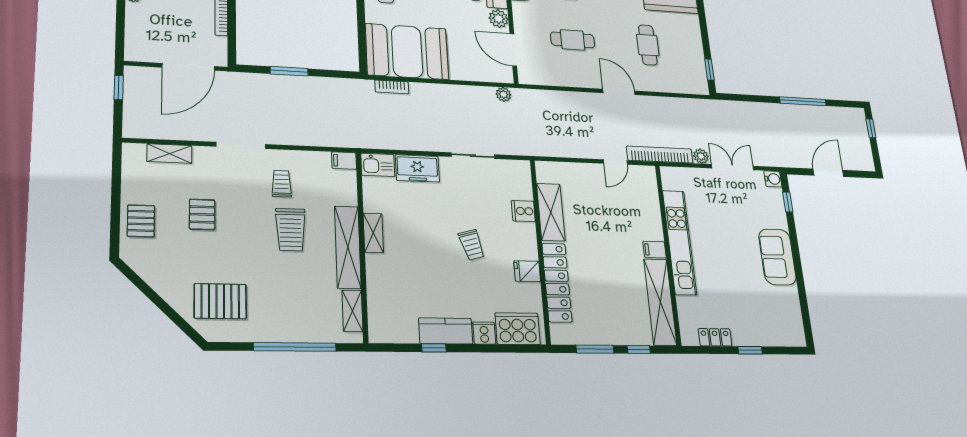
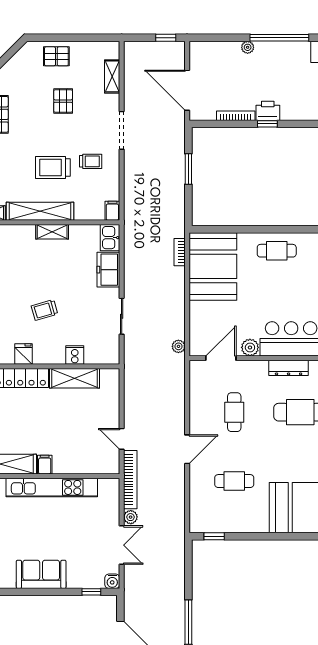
pallet: (202, 214) -> (63, 101), turned 90

